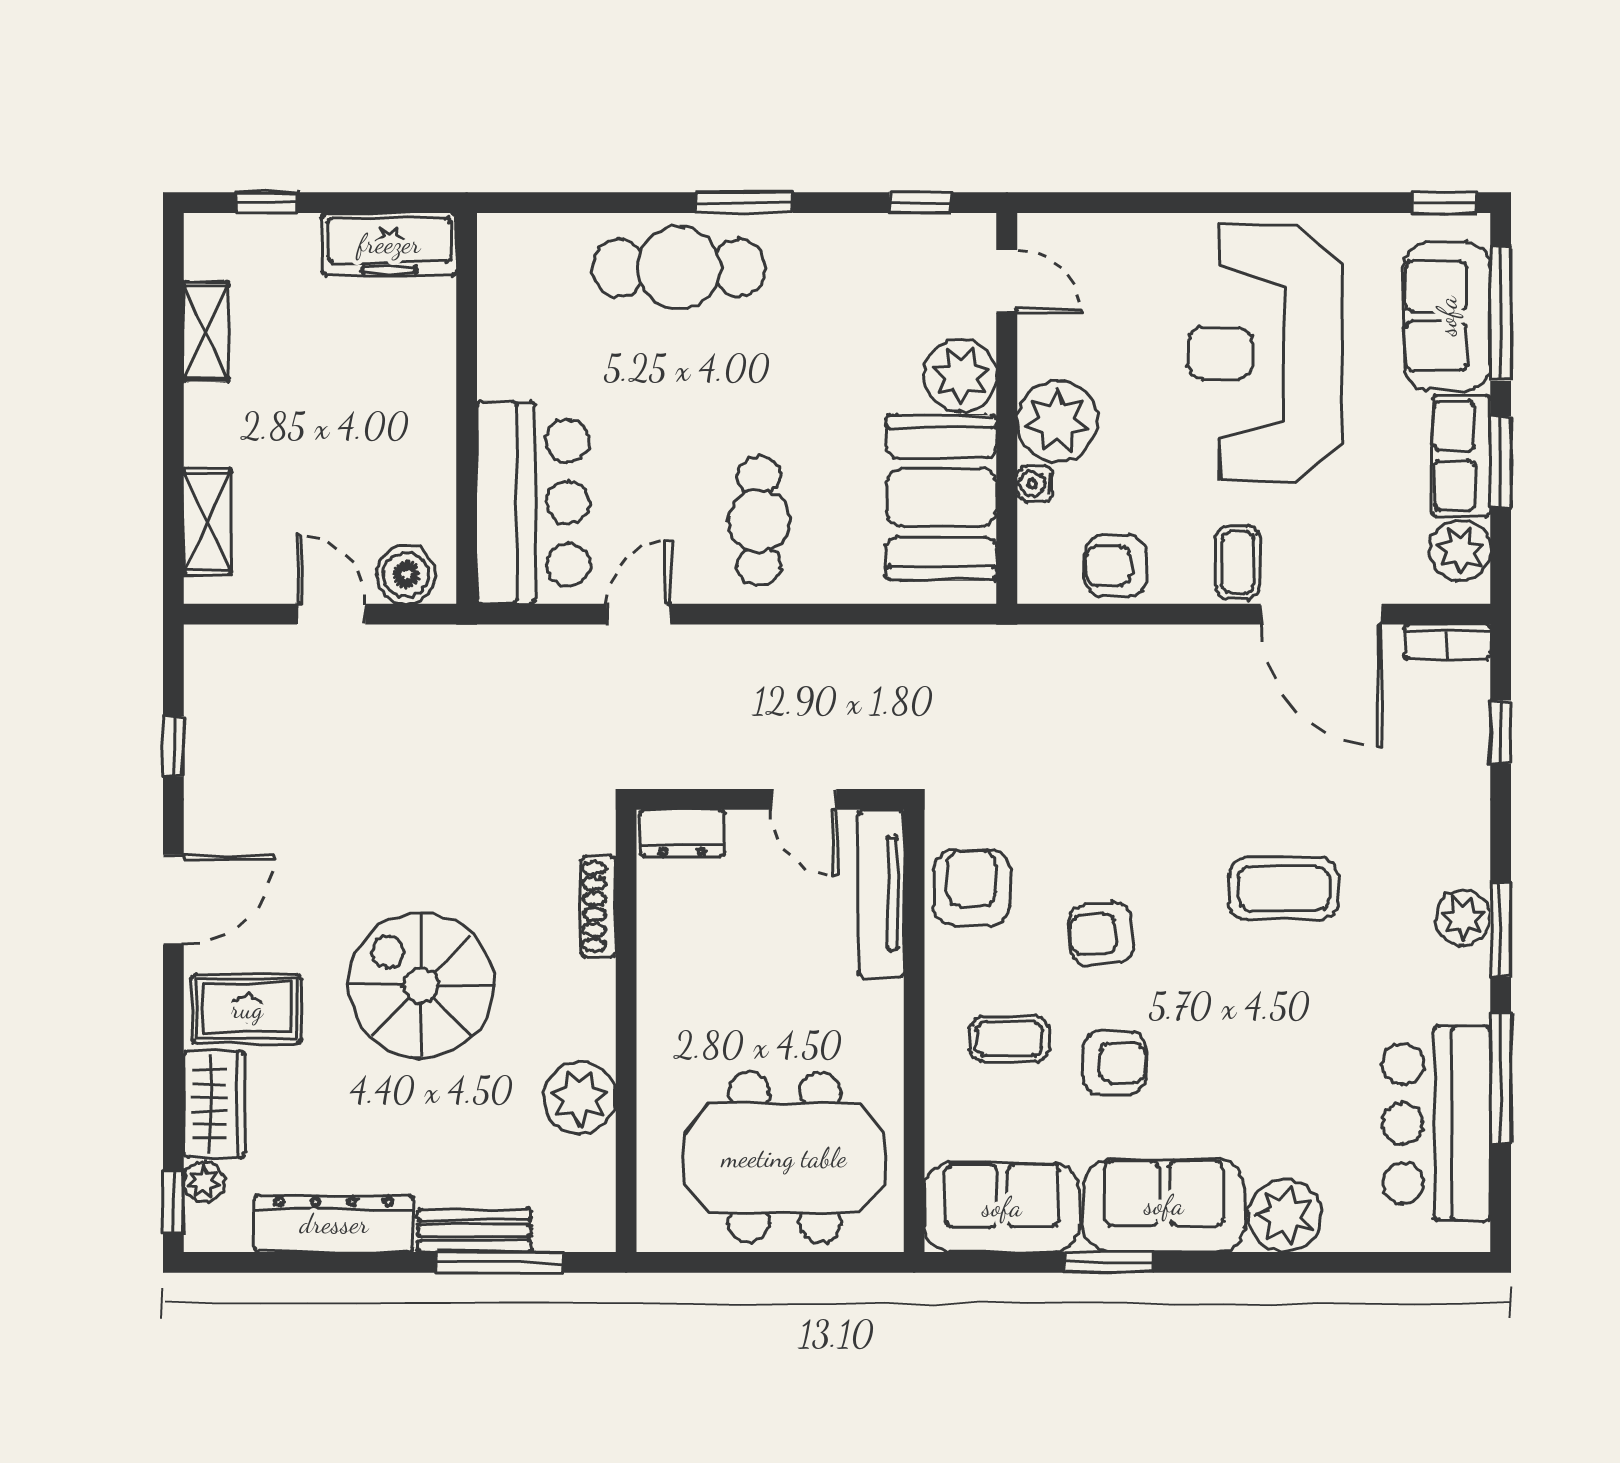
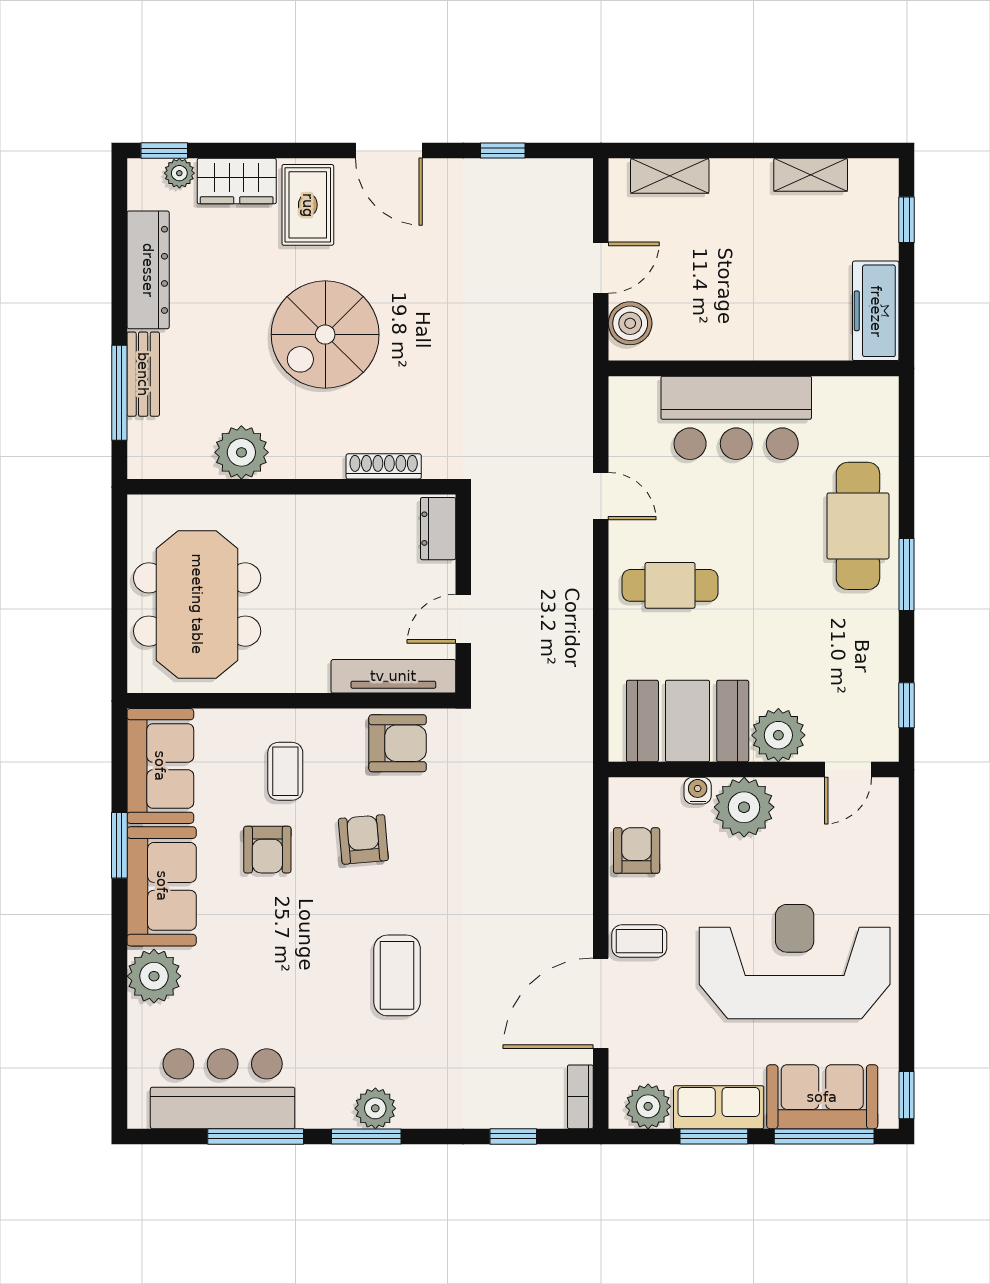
bar counter: (533, 503) -> (736, 418), moved
spiral stairs: (421, 985) -> (325, 335), turned 180

